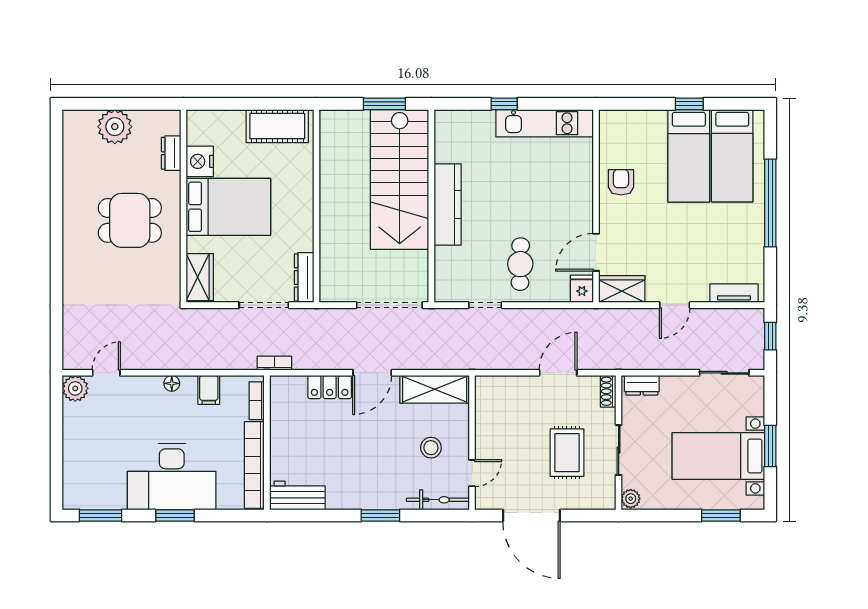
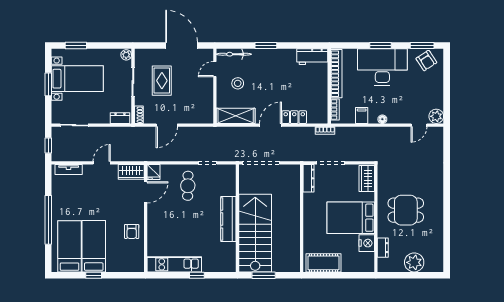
armchair: (93, 488) -> (426, 61), added

